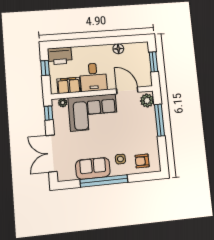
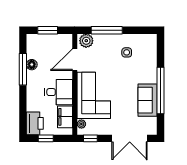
window: (113, 40) -> (23, 69), added
side table: (120, 159) -> (127, 52), moved
armchair: (142, 161) -> (145, 52), removed

